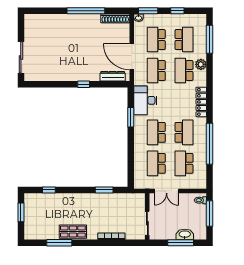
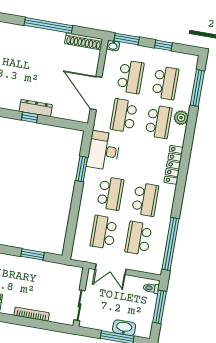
school desk: (156, 40) -> (131, 77), turned 180
school desk: (184, 70) -> (159, 122), turned 180
dresser: (113, 76) -> (36, 108), moved
school desk: (156, 132) -> (110, 193), turned 180
window: (209, 144) -> (170, 244), moved

